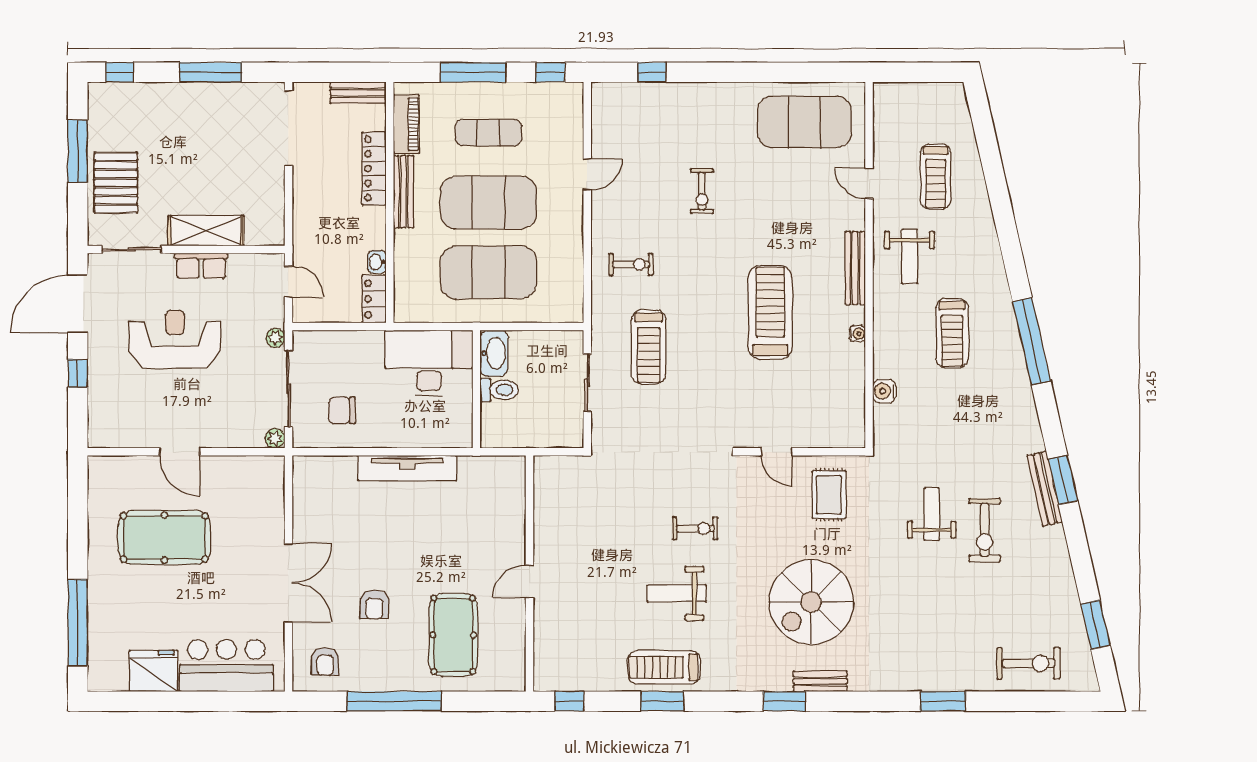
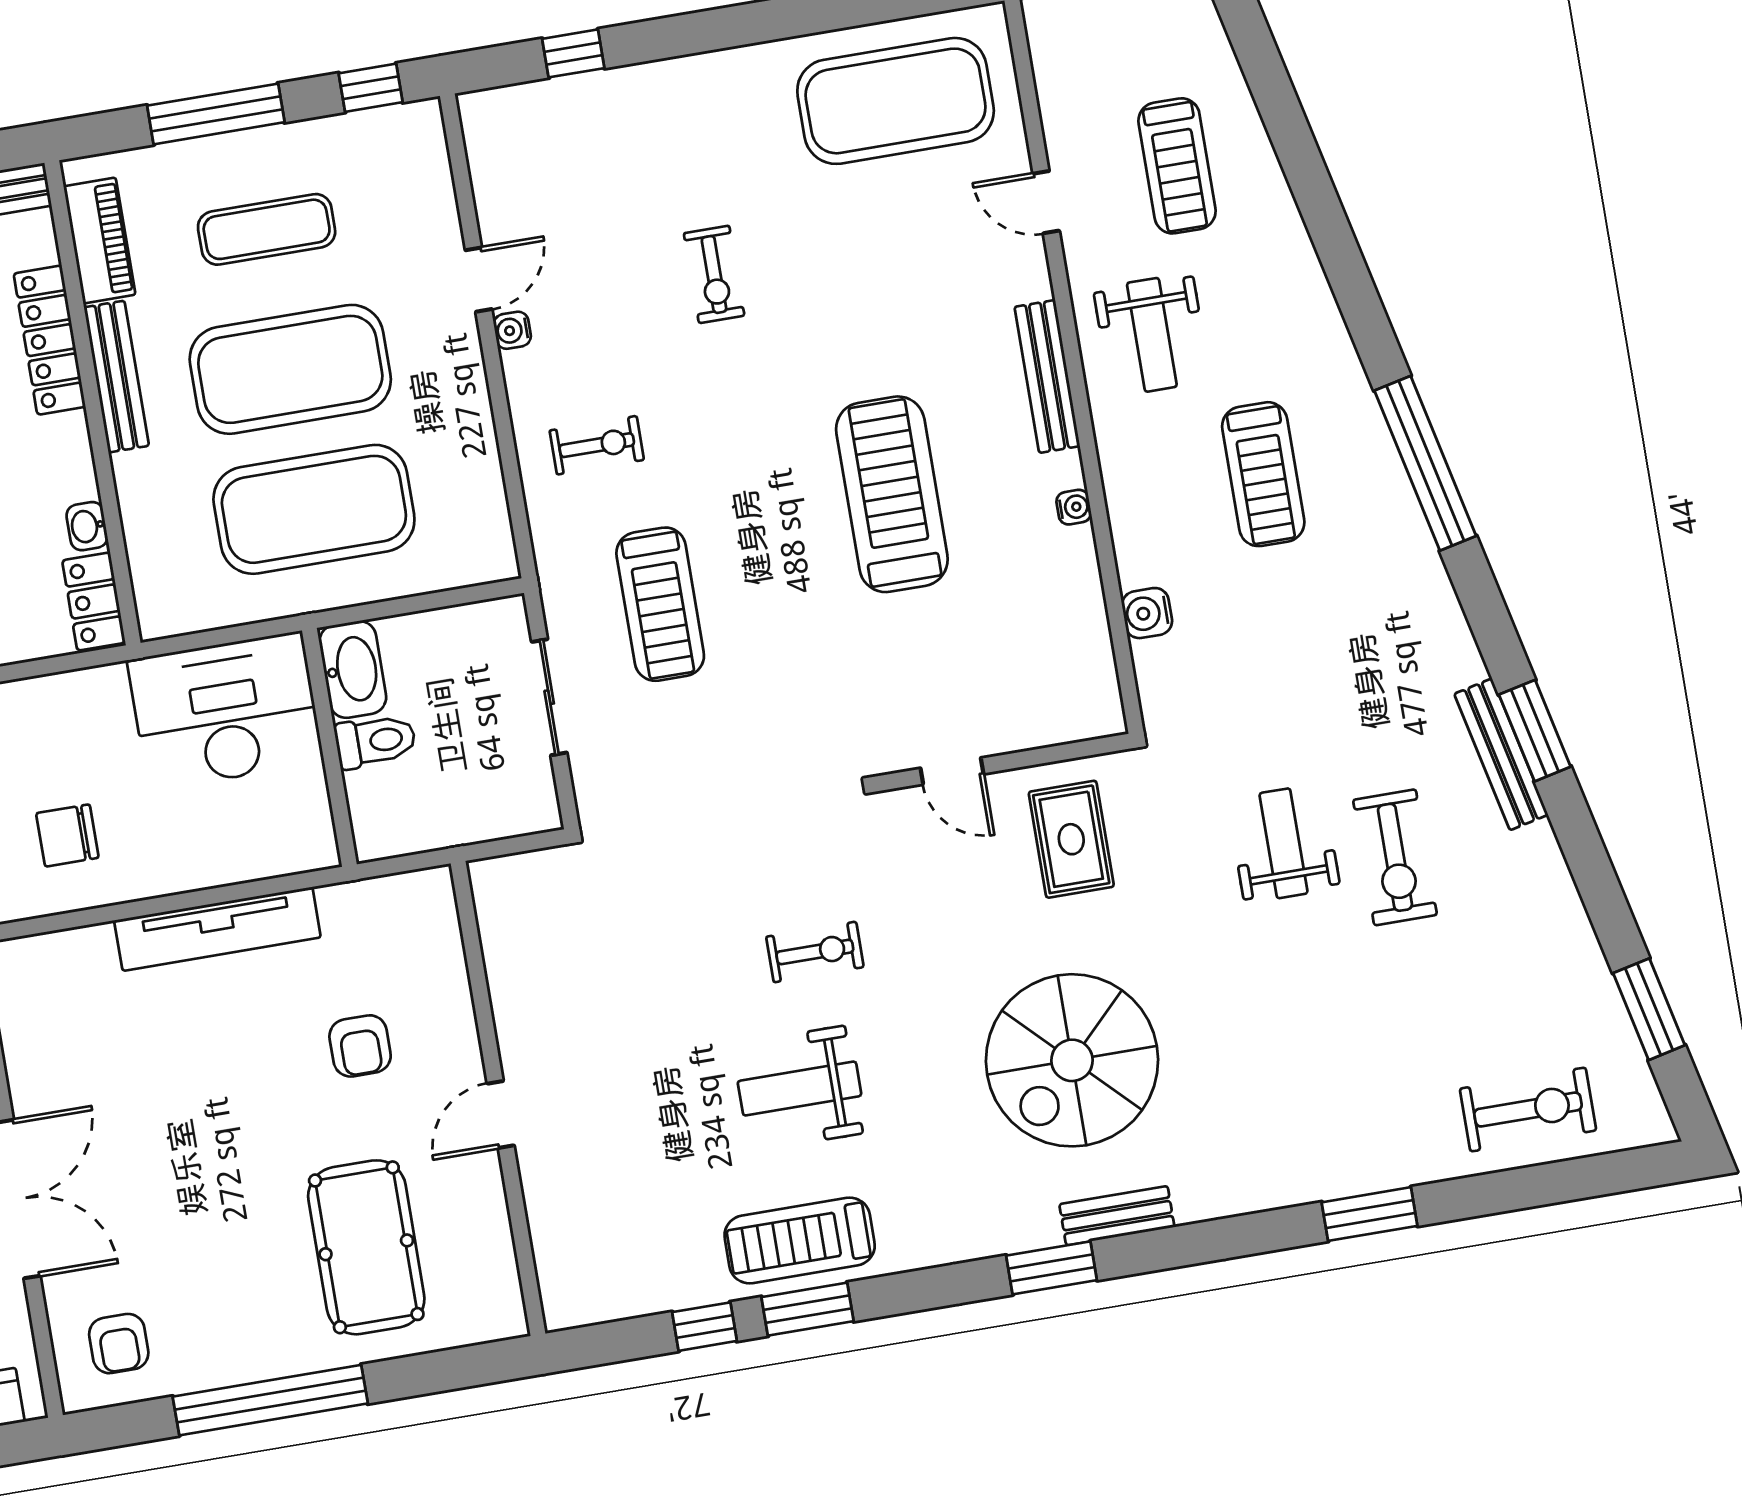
water cooler: (599, 202) -> (512, 330), added
armchair: (374, 605) -> (360, 1046), moved
window: (569, 701) -> (704, 1327), moved

